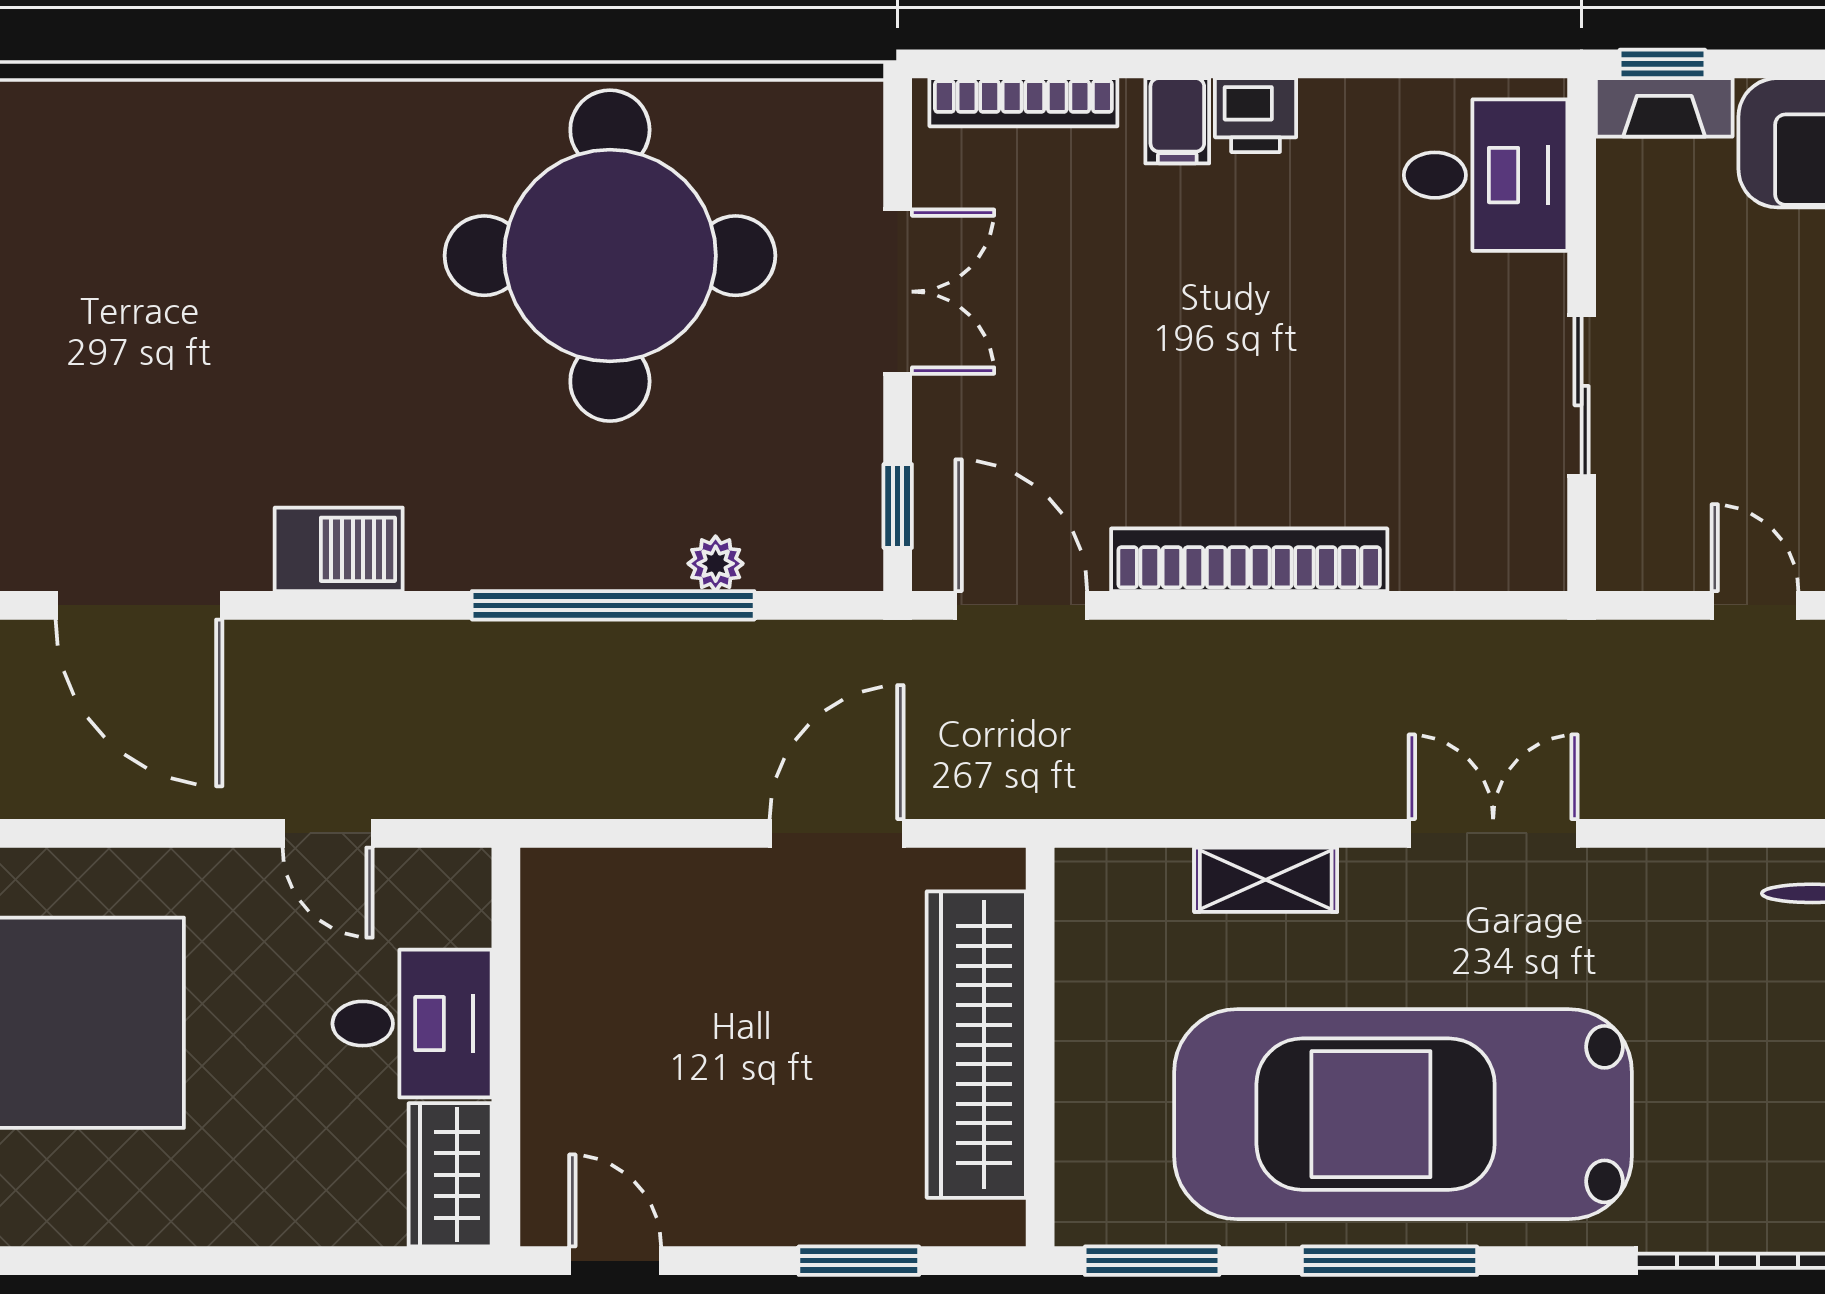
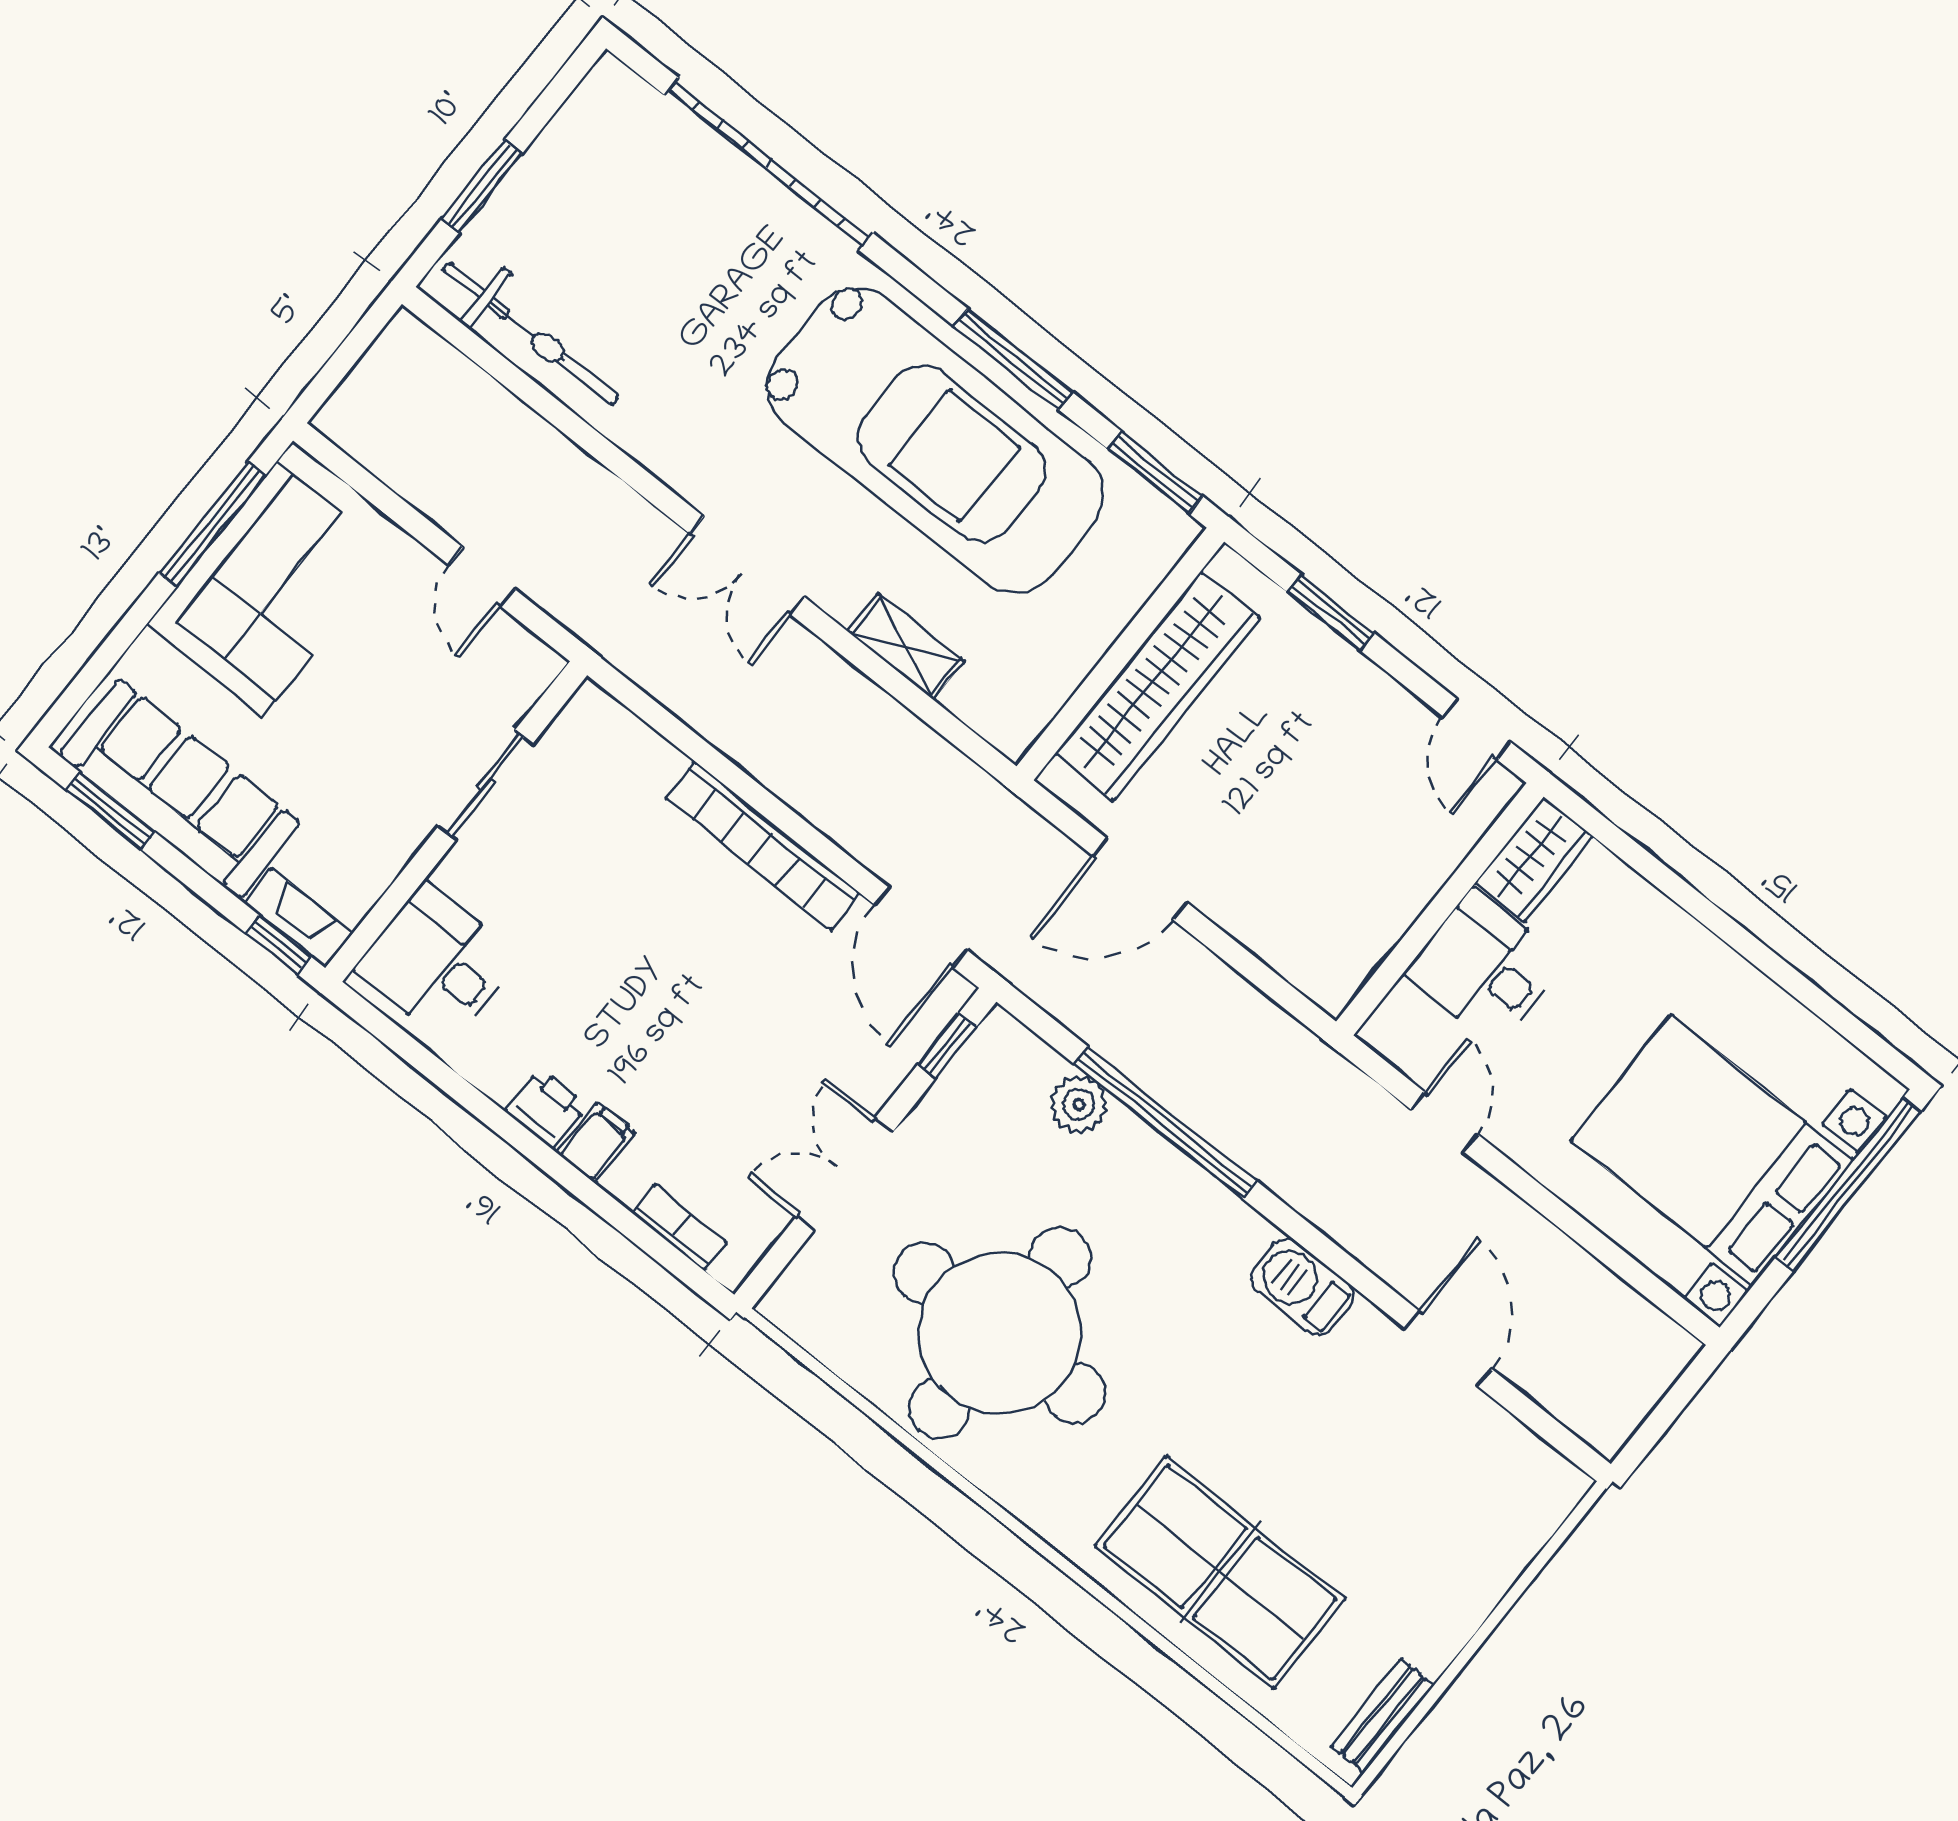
bookcase: (1023, 102) -> (679, 1227), width x0.64
table tennis table: (190, 191) -> (1220, 1572), added
plant: (716, 564) -> (1079, 1104), width x1.38, depth x1.38
door: (139, 605) -> (1448, 1349), width x0.73

